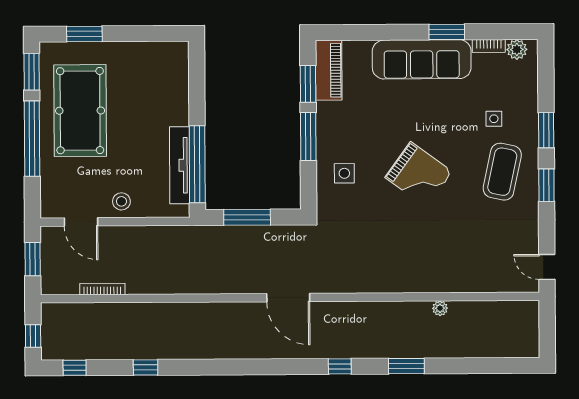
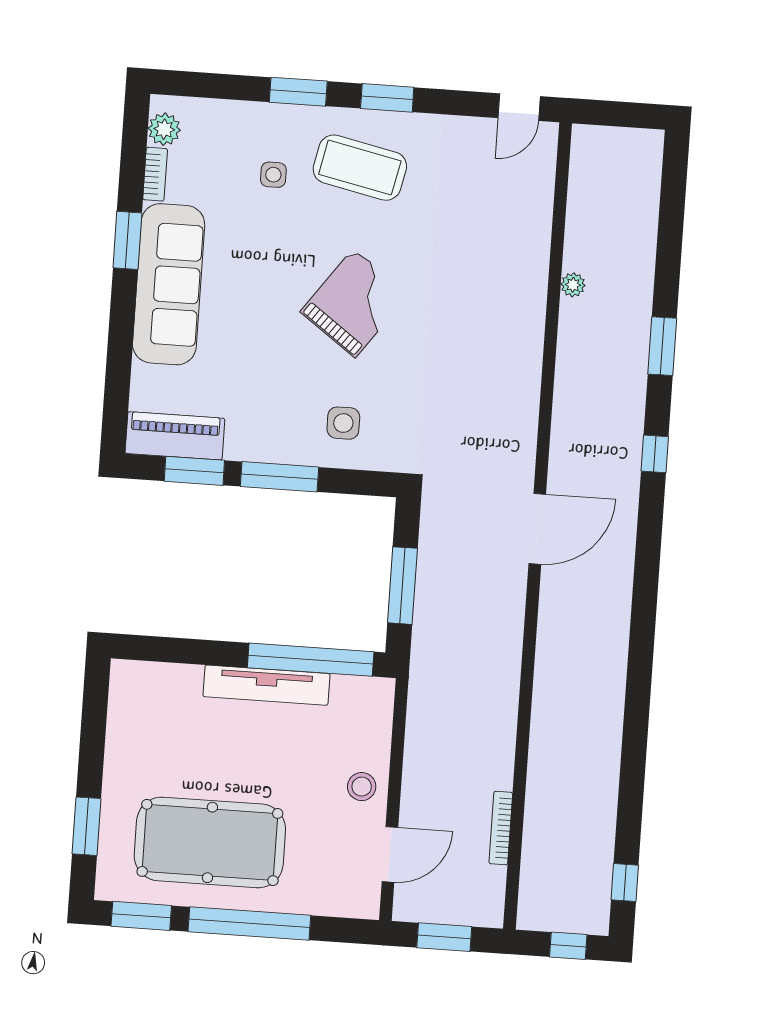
tv unit: (180, 165) -> (266, 685), moved
window: (146, 367) -> (633, 768), removed

